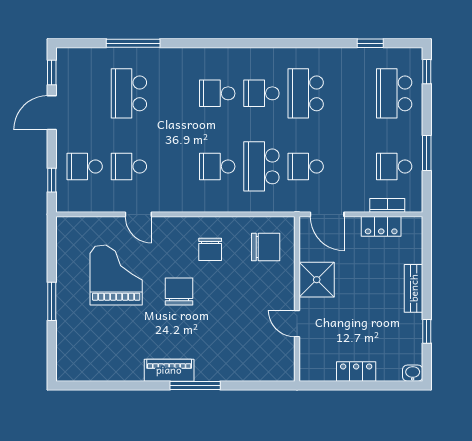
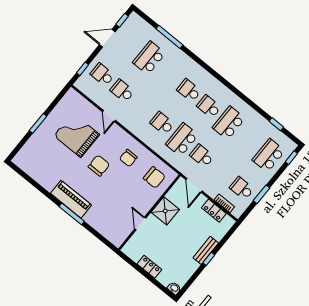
grand piano: (116, 275) -> (77, 135), turned -90
window: (427, 331) -> (209, 259), moved
piano: (169, 370) -> (71, 199), width x1.37, depth x1.33

